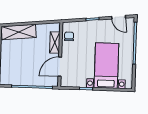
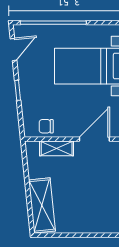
door: (60, 67) -> (94, 139), swing flipped

